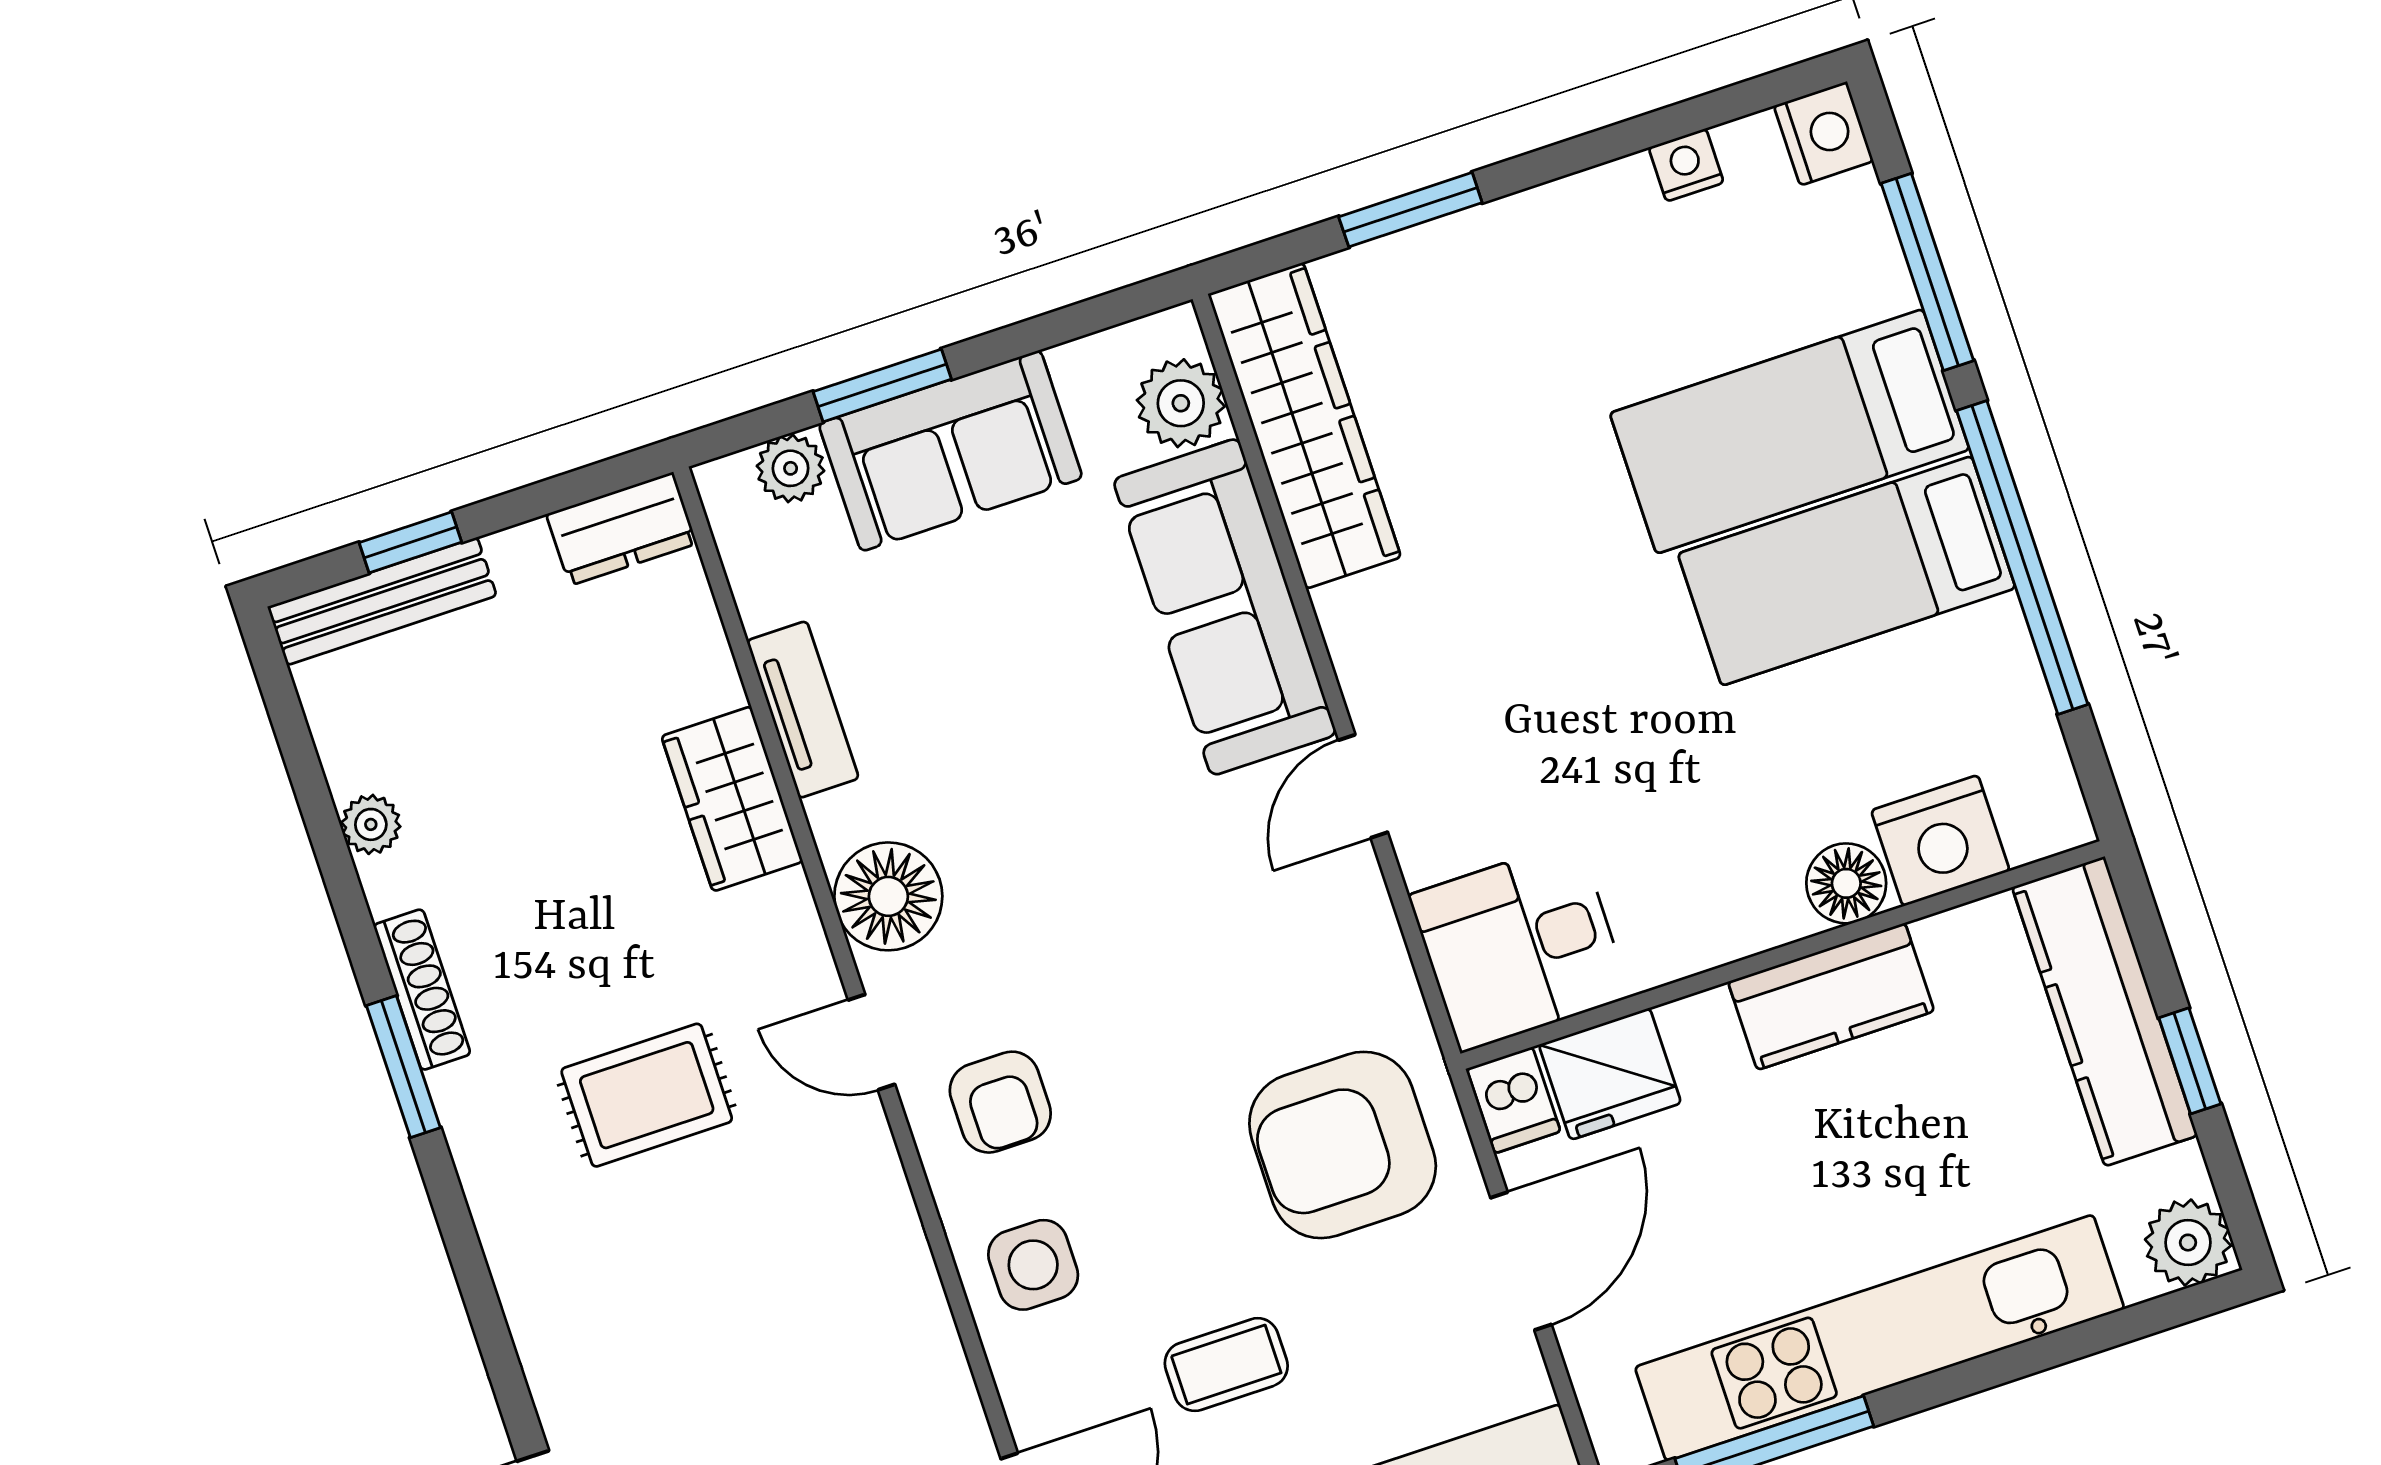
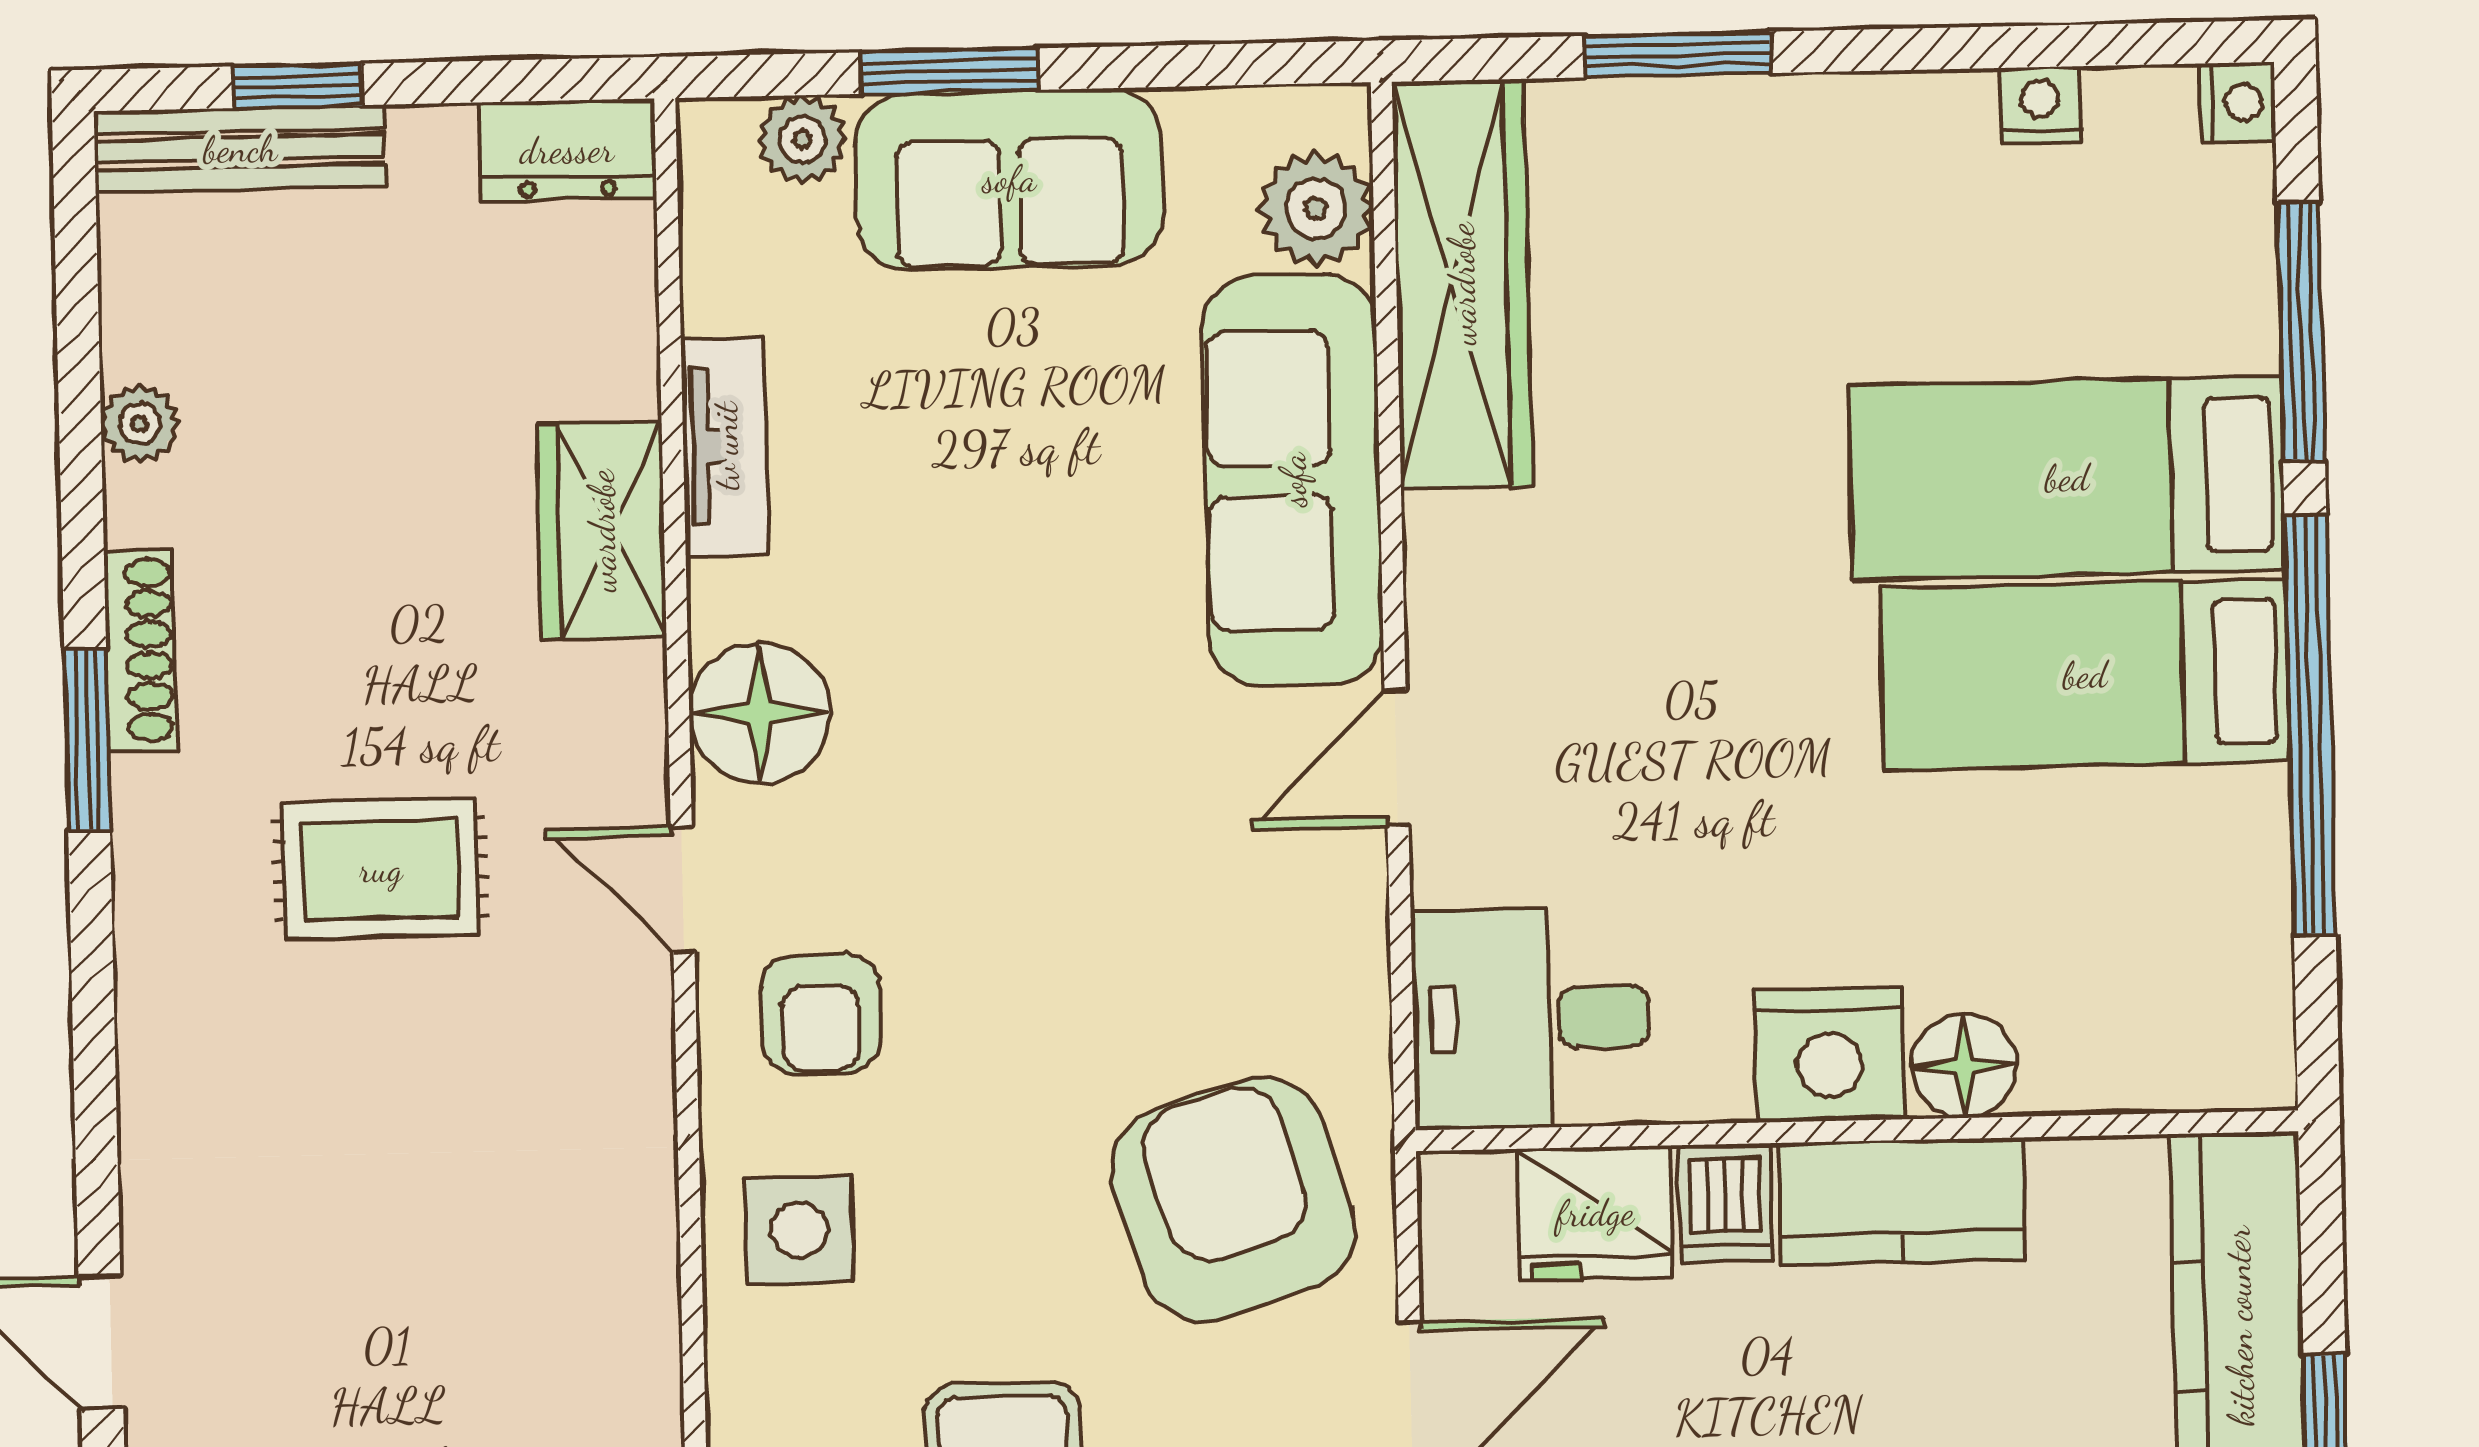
nightstand: (1824, 133) -> (2238, 102), width x0.72, depth x0.74
nightstand: (1940, 841) -> (1829, 1055), moved
dishwasher: (1514, 1100) -> (1725, 1203), moved
armchair: (1343, 1145) -> (1233, 1199), turned 73

